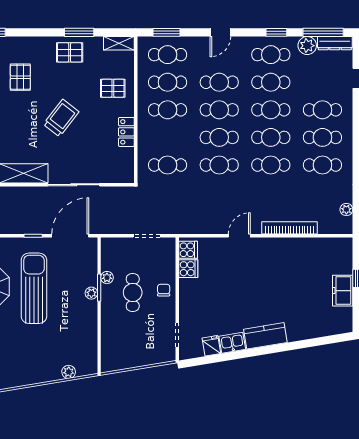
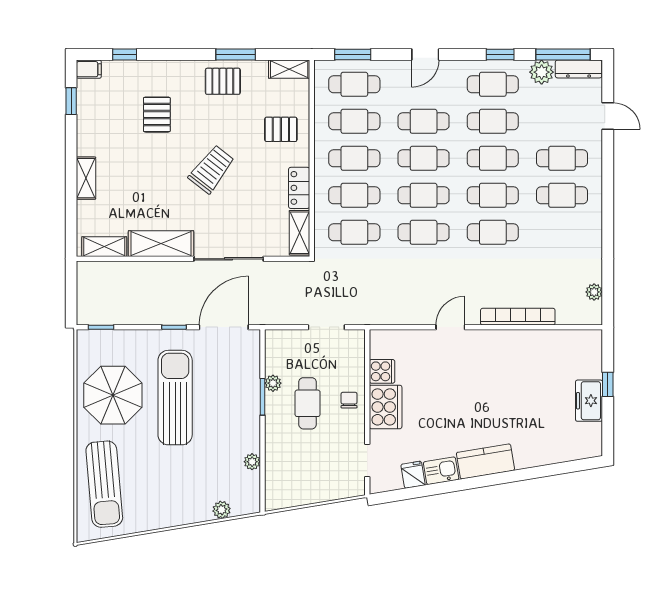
shelving: (127, 165) -> (299, 233), added
cafe table: (322, 165) -> (354, 195), moved
cooker: (188, 250) -> (386, 407), moved, width x1.87, depth x1.31
plant: (91, 293) -> (252, 462), moved

